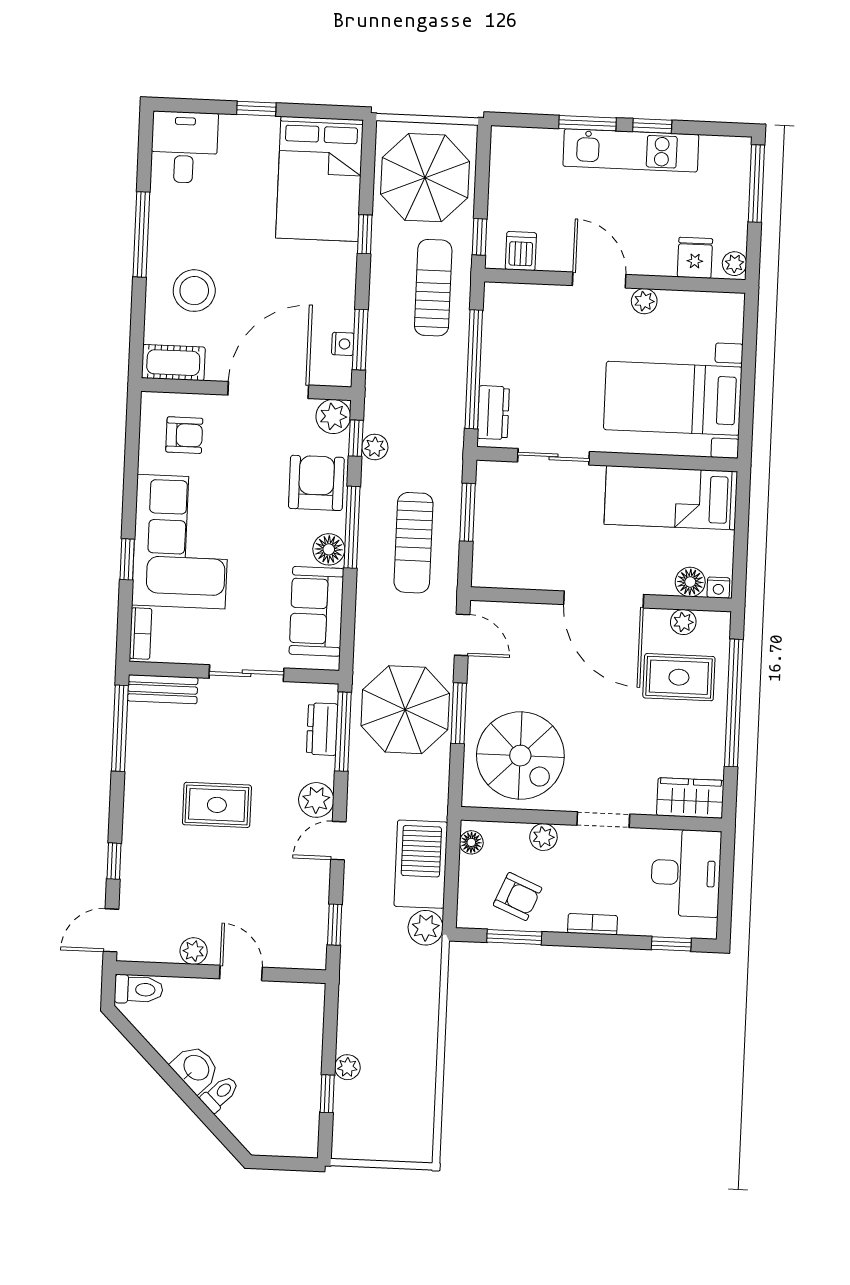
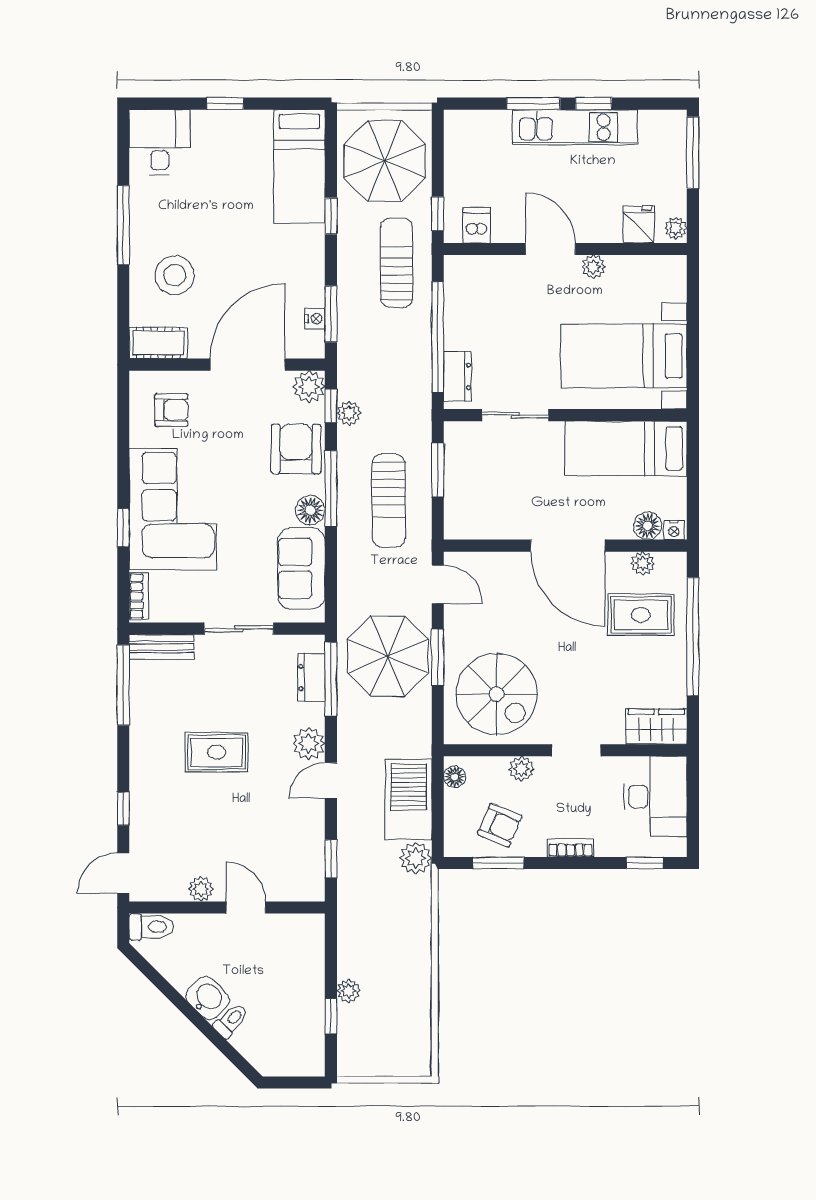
bed: (320, 179) -> (299, 166), width x0.67

